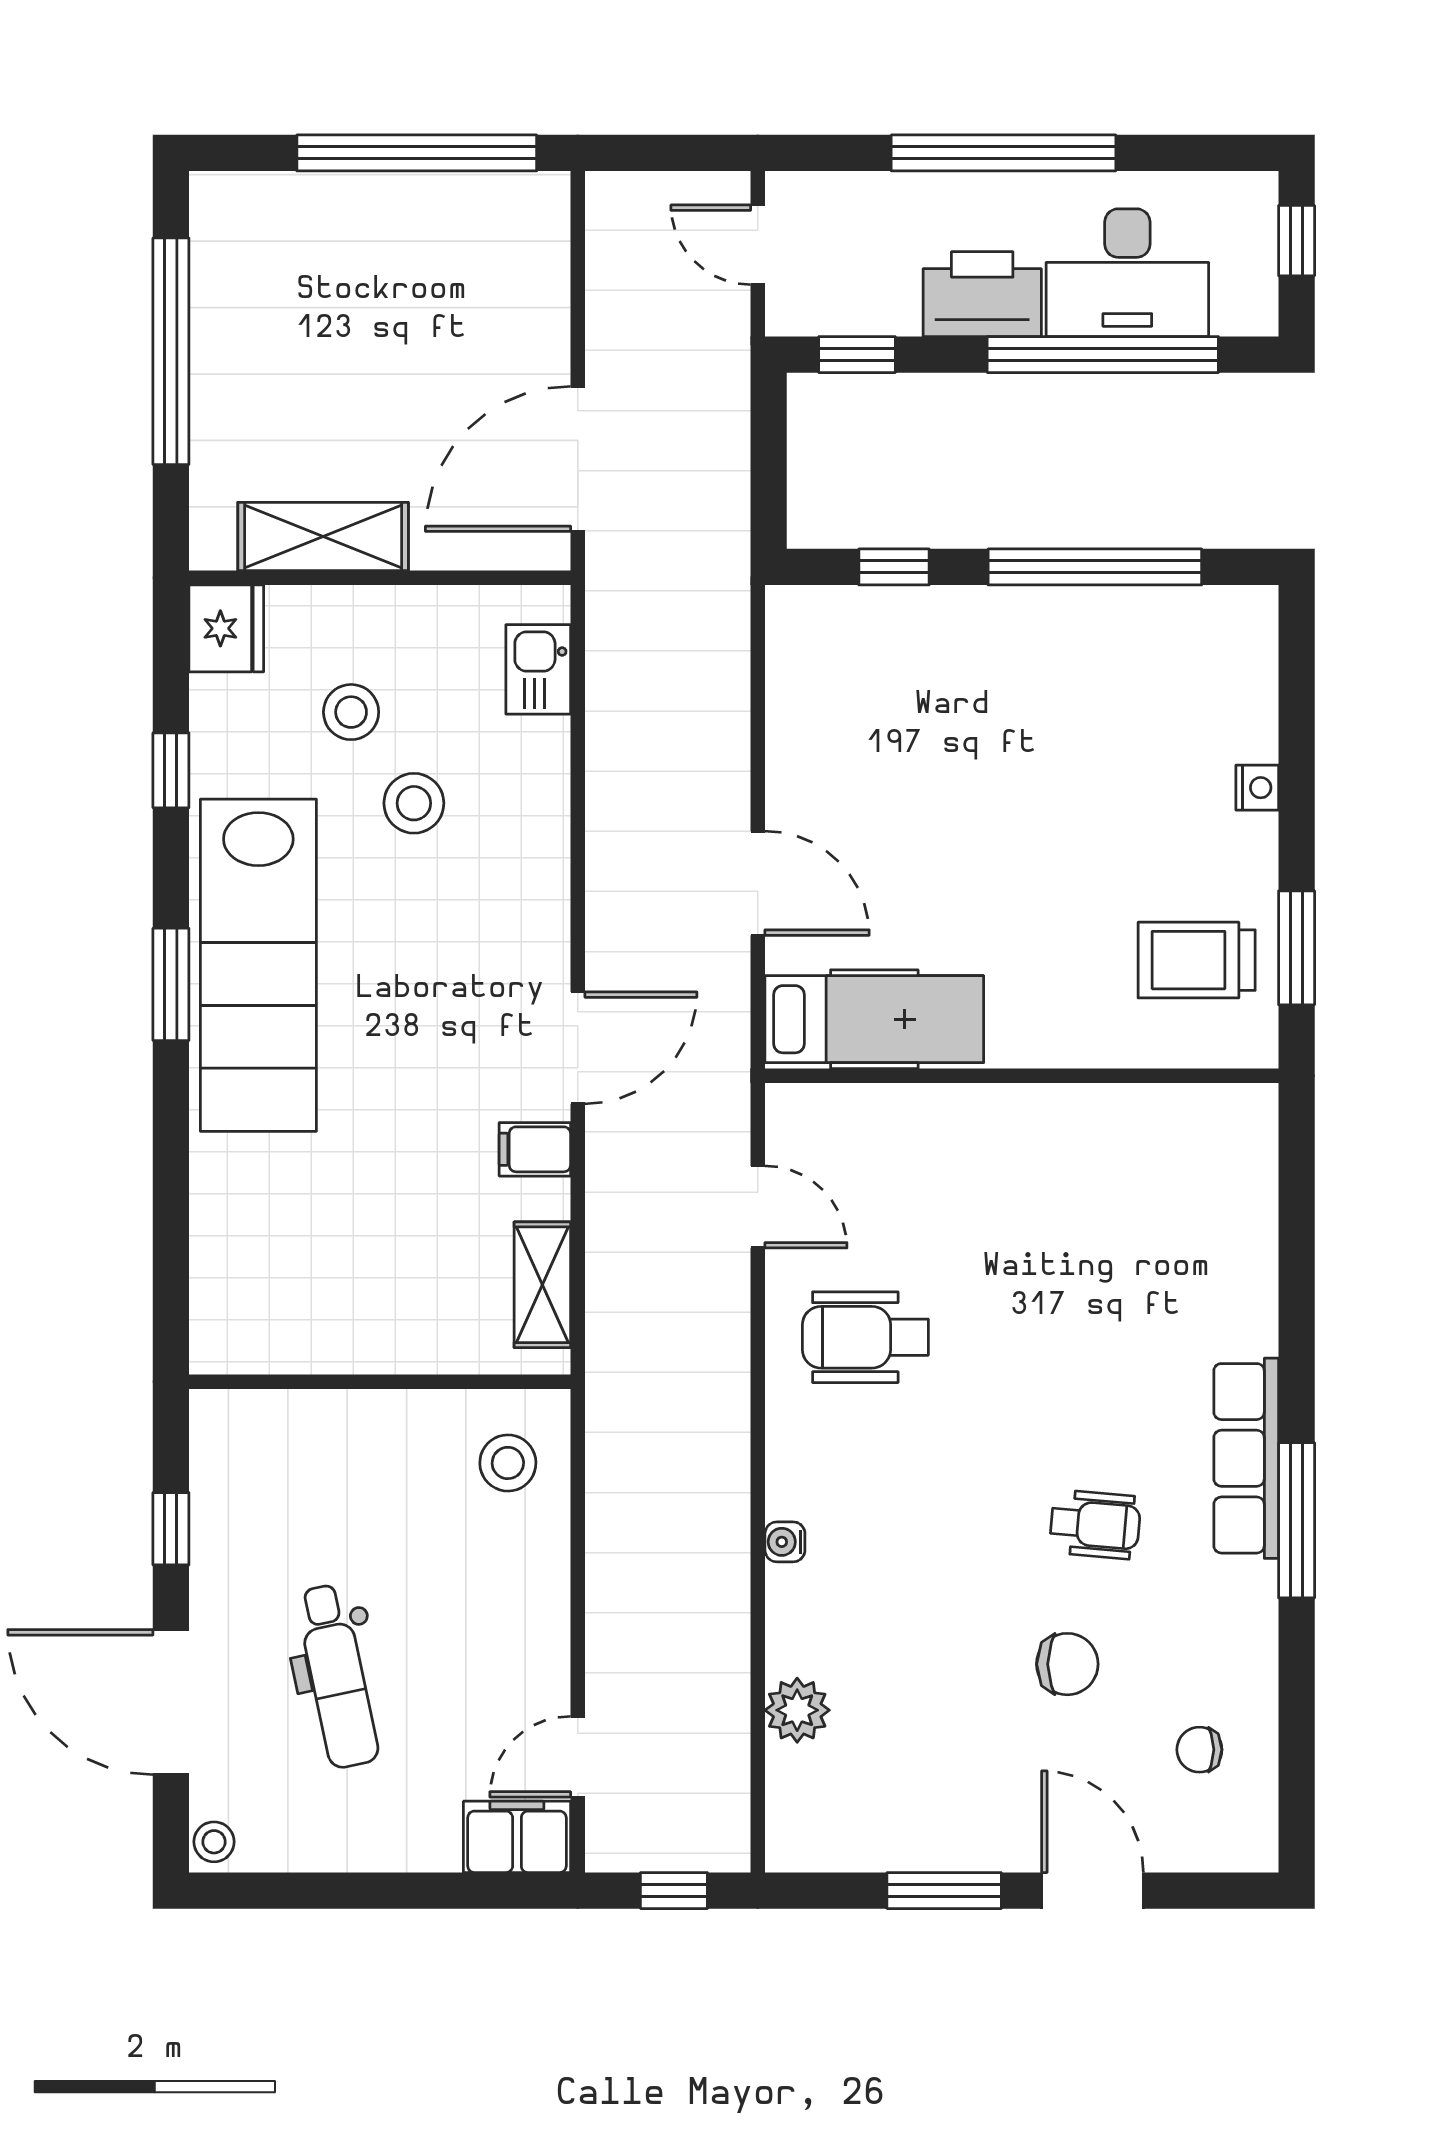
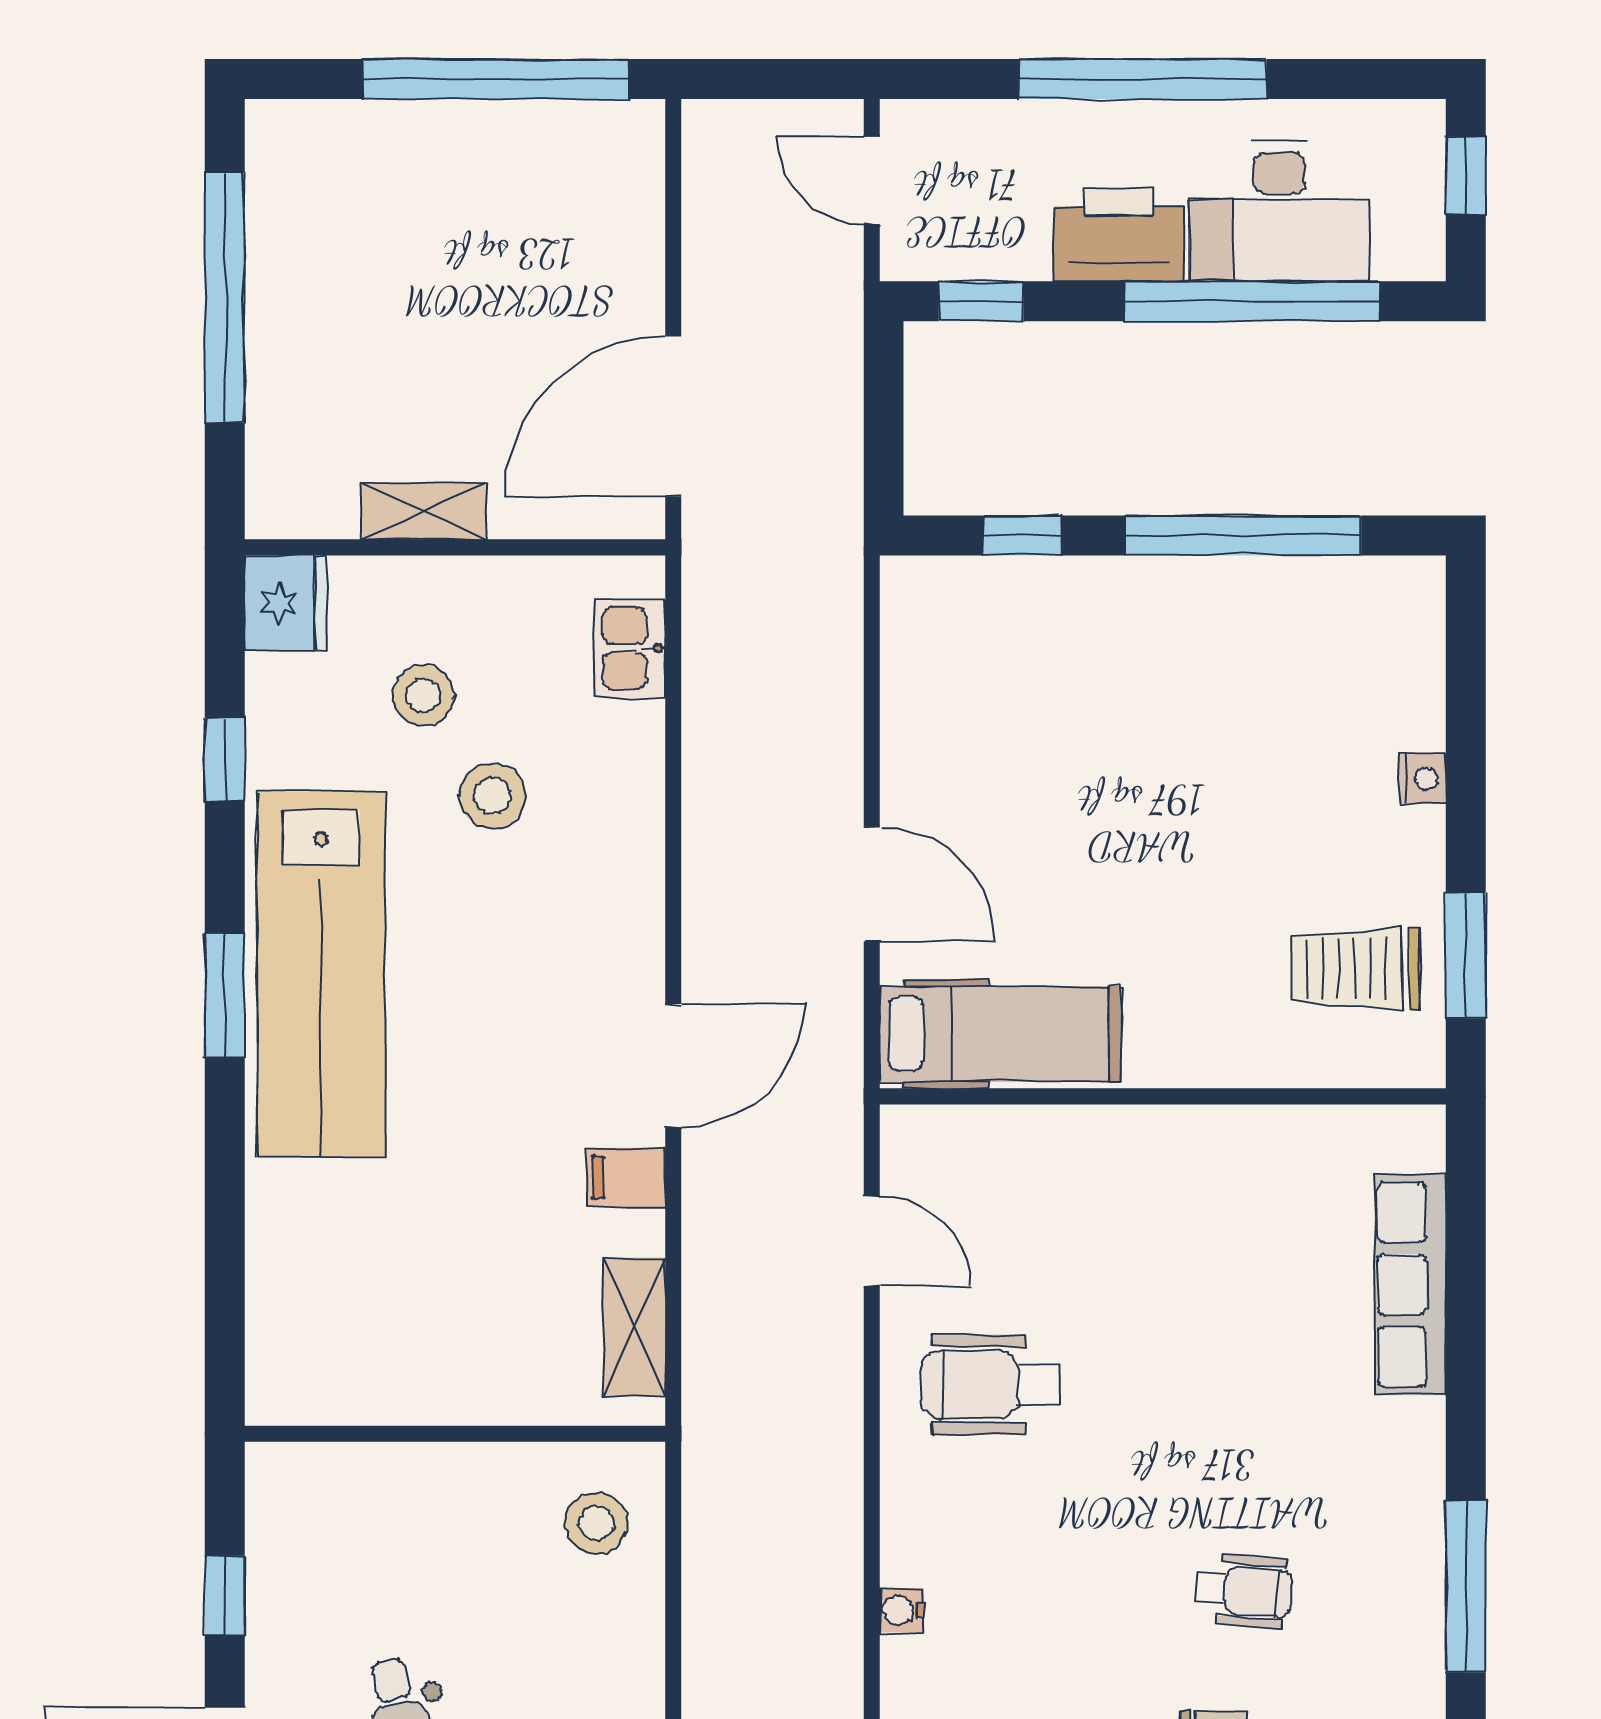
shelving: (323, 536) -> (424, 511), width x0.67, depth x0.75
row of seats: (1246, 1458) -> (1410, 1285), moved

